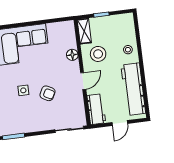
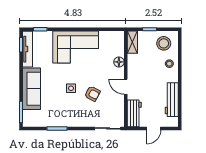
stool: (98, 54) -> (164, 43), moved
door: (83, 81) -> (126, 87), swing flipped
workbench: (133, 89) -> (172, 100), width x0.73, depth x0.76

